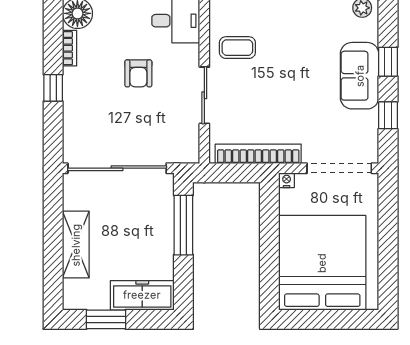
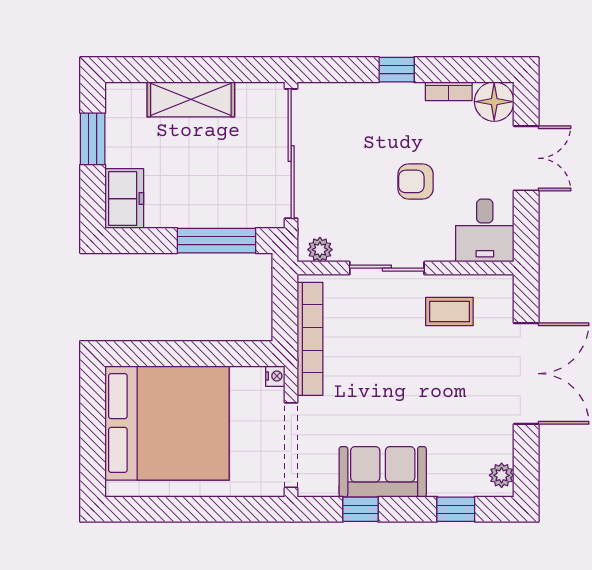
coffee table: (237, 48) -> (449, 311), turned 90
window: (388, 62) -> (456, 509), moved
sofa: (360, 76) -> (383, 472), moved
plant: (190, 146) -> (320, 250), added
freezer: (142, 295) -> (124, 199), width x0.71

